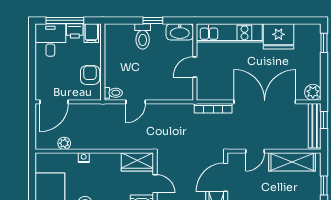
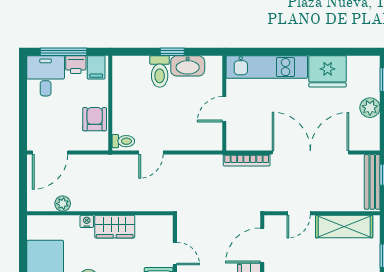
washbasin: (180, 32) -> (188, 66), moved
plant: (313, 92) -> (370, 108), moved
wardrobe: (137, 162) -> (115, 227), moved

